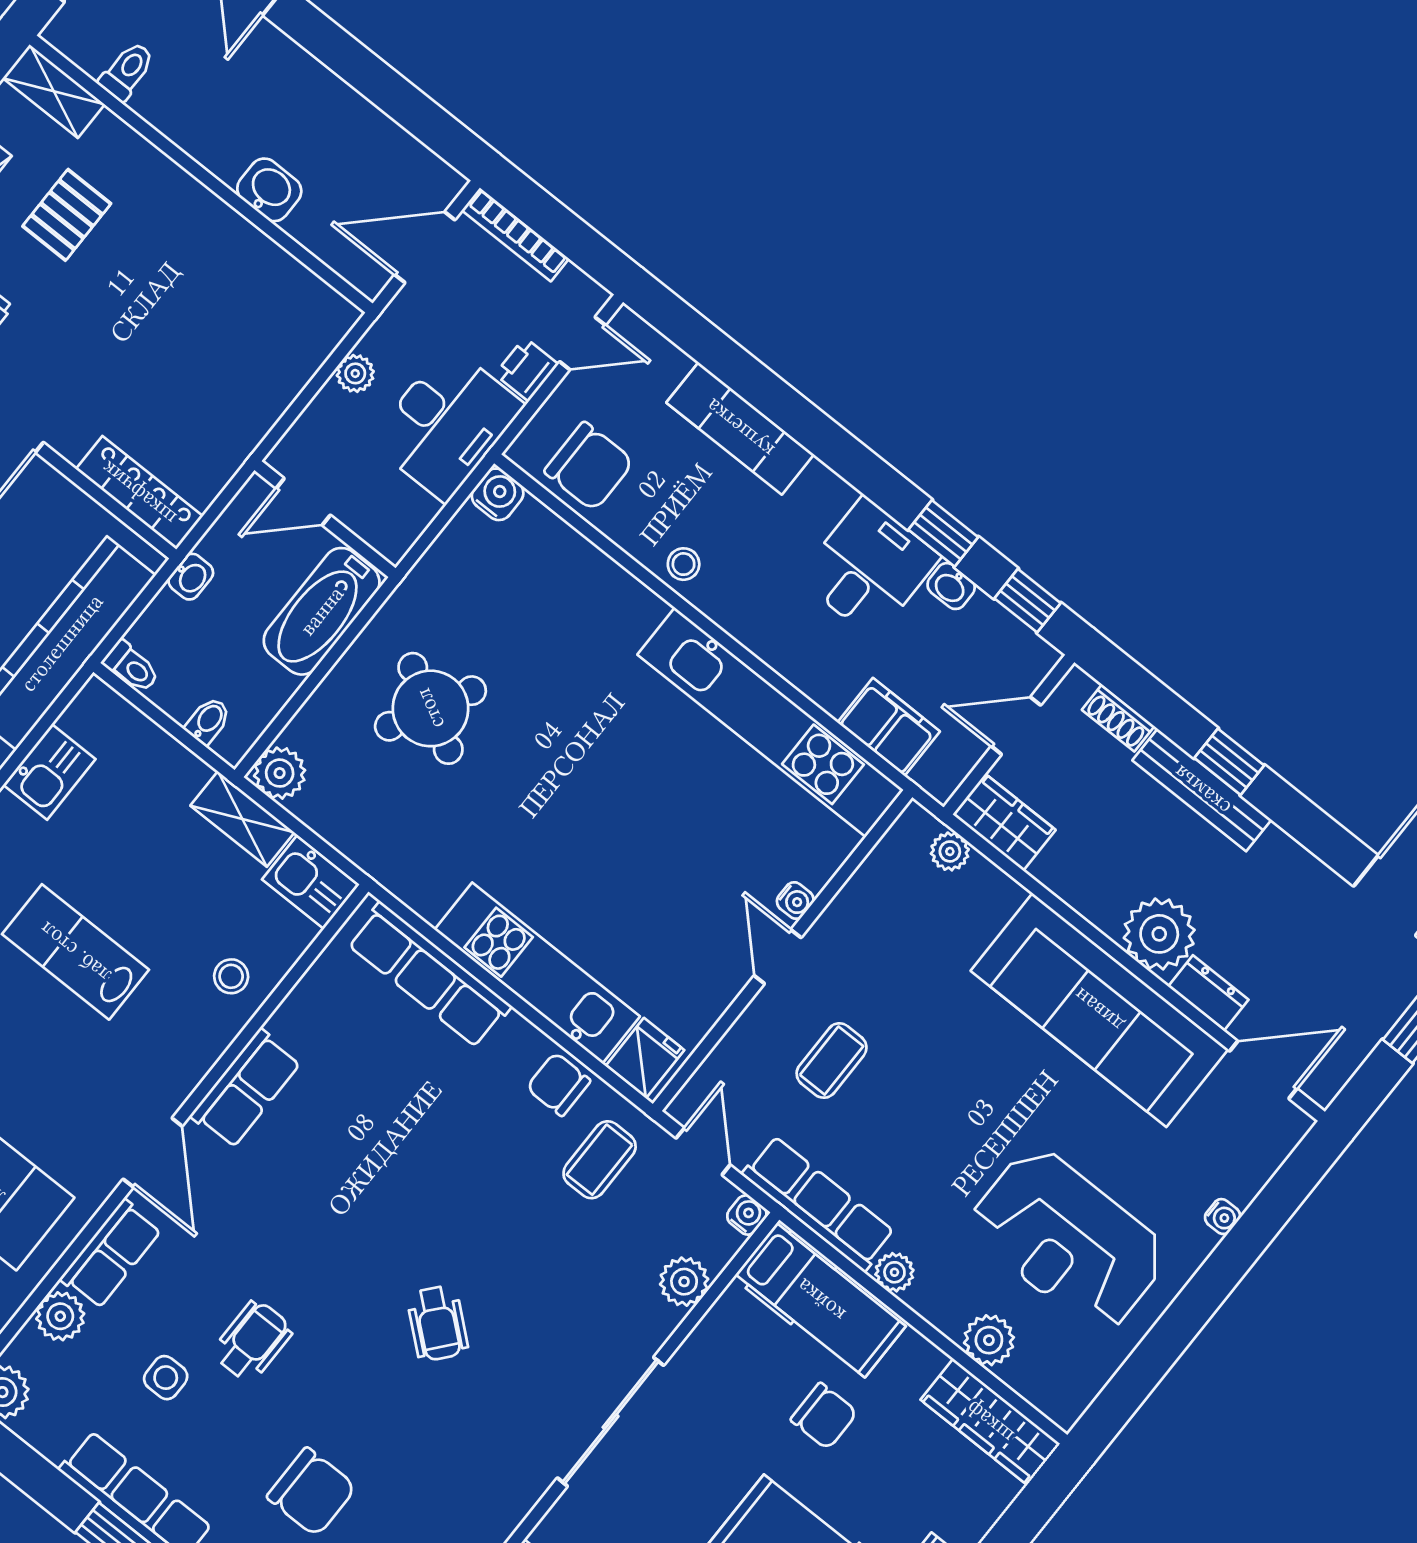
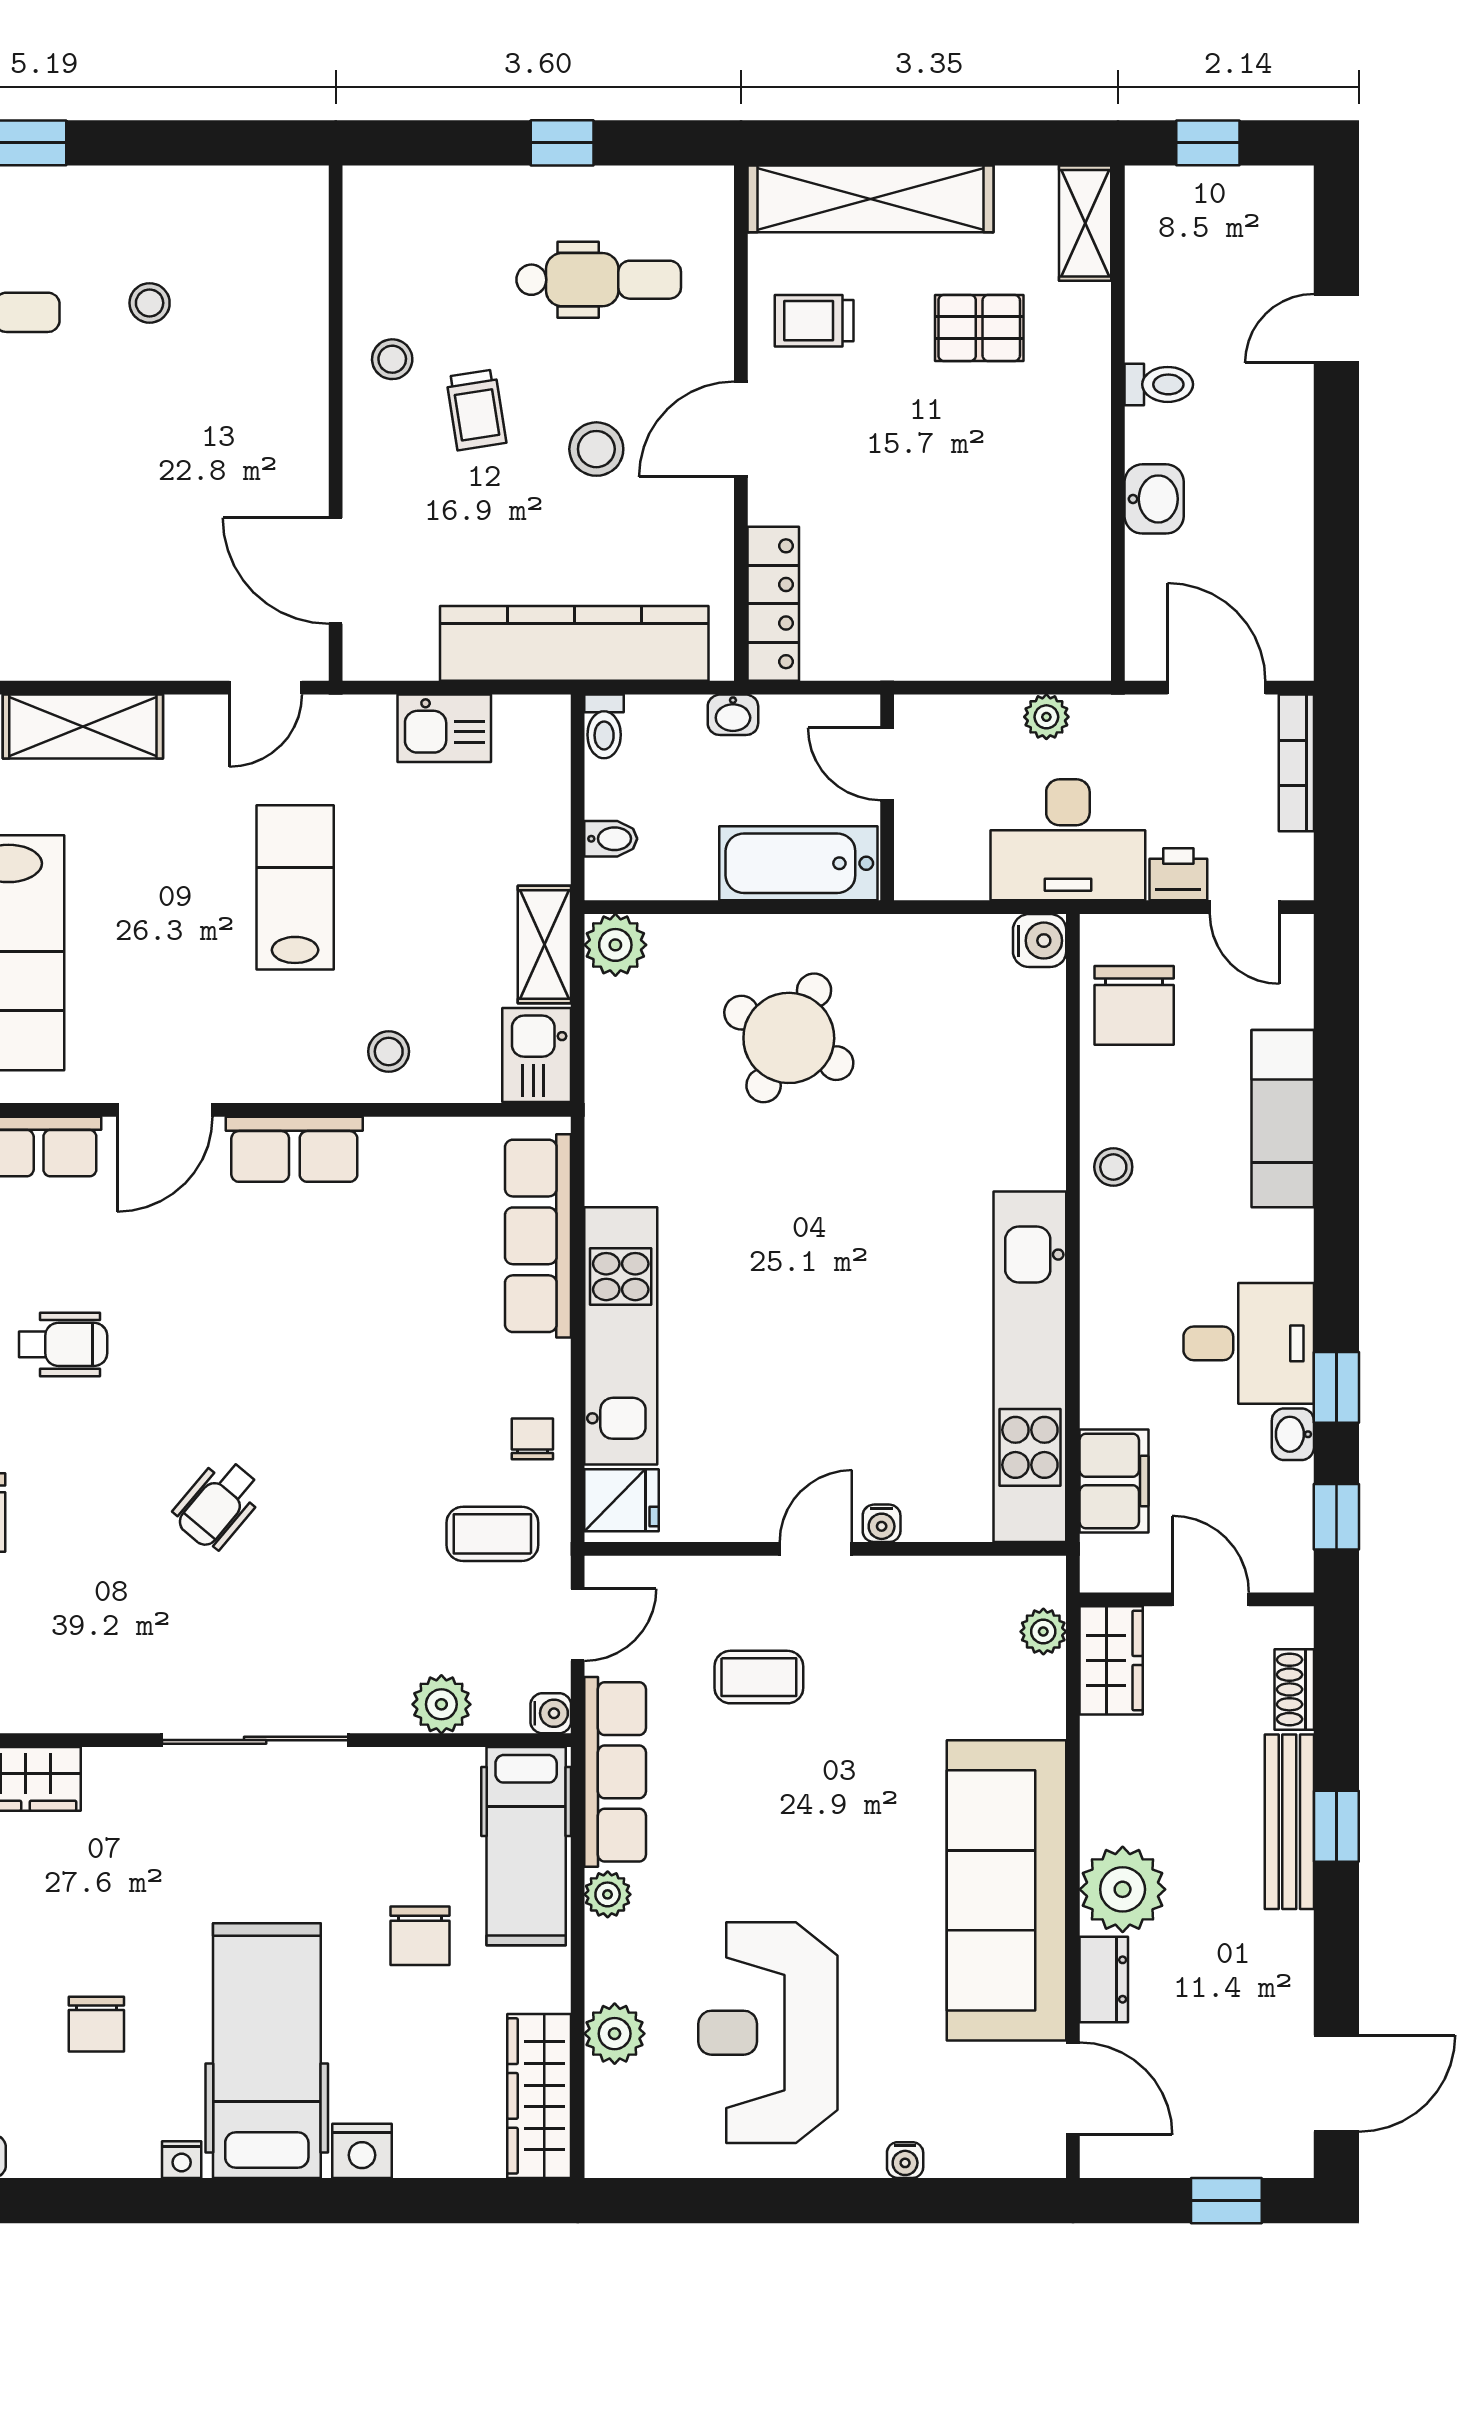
toilet: (127, 71) -> (1159, 384), moved
chair: (558, 1084) -> (532, 1439), width x0.73, depth x0.73

